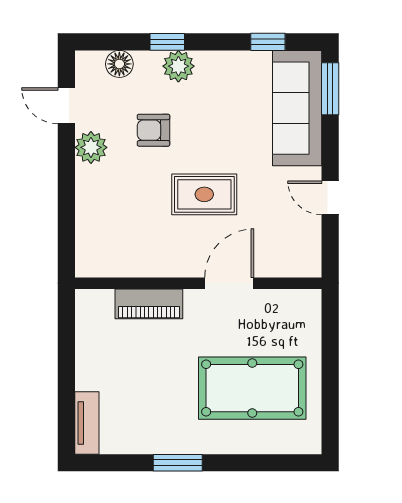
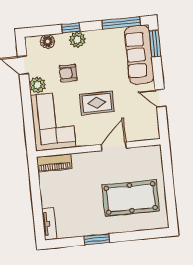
window: (268, 42) -> (121, 23), width x2.17
corner sofa: (115, 222) -> (53, 121), added
piano: (149, 304) -> (54, 163), moved

